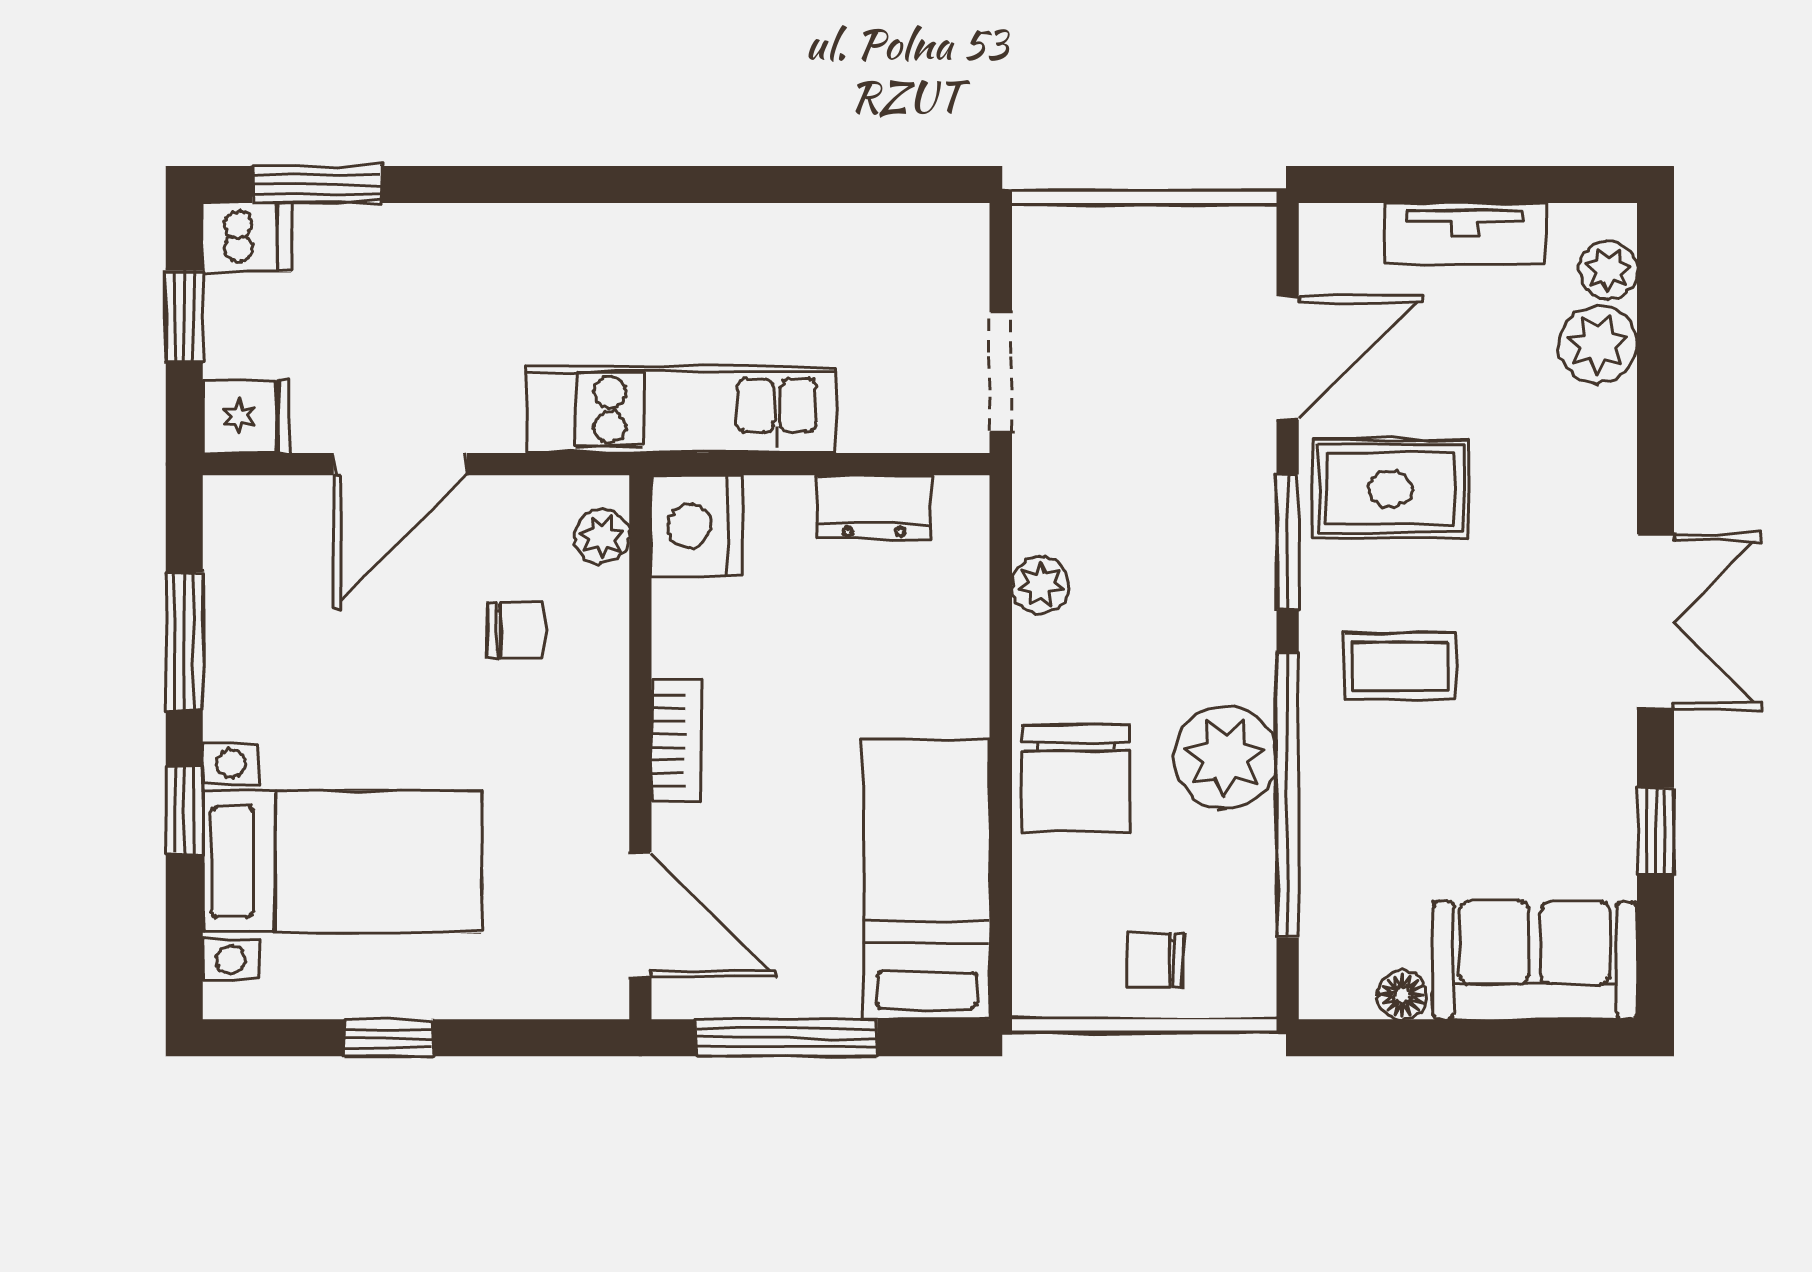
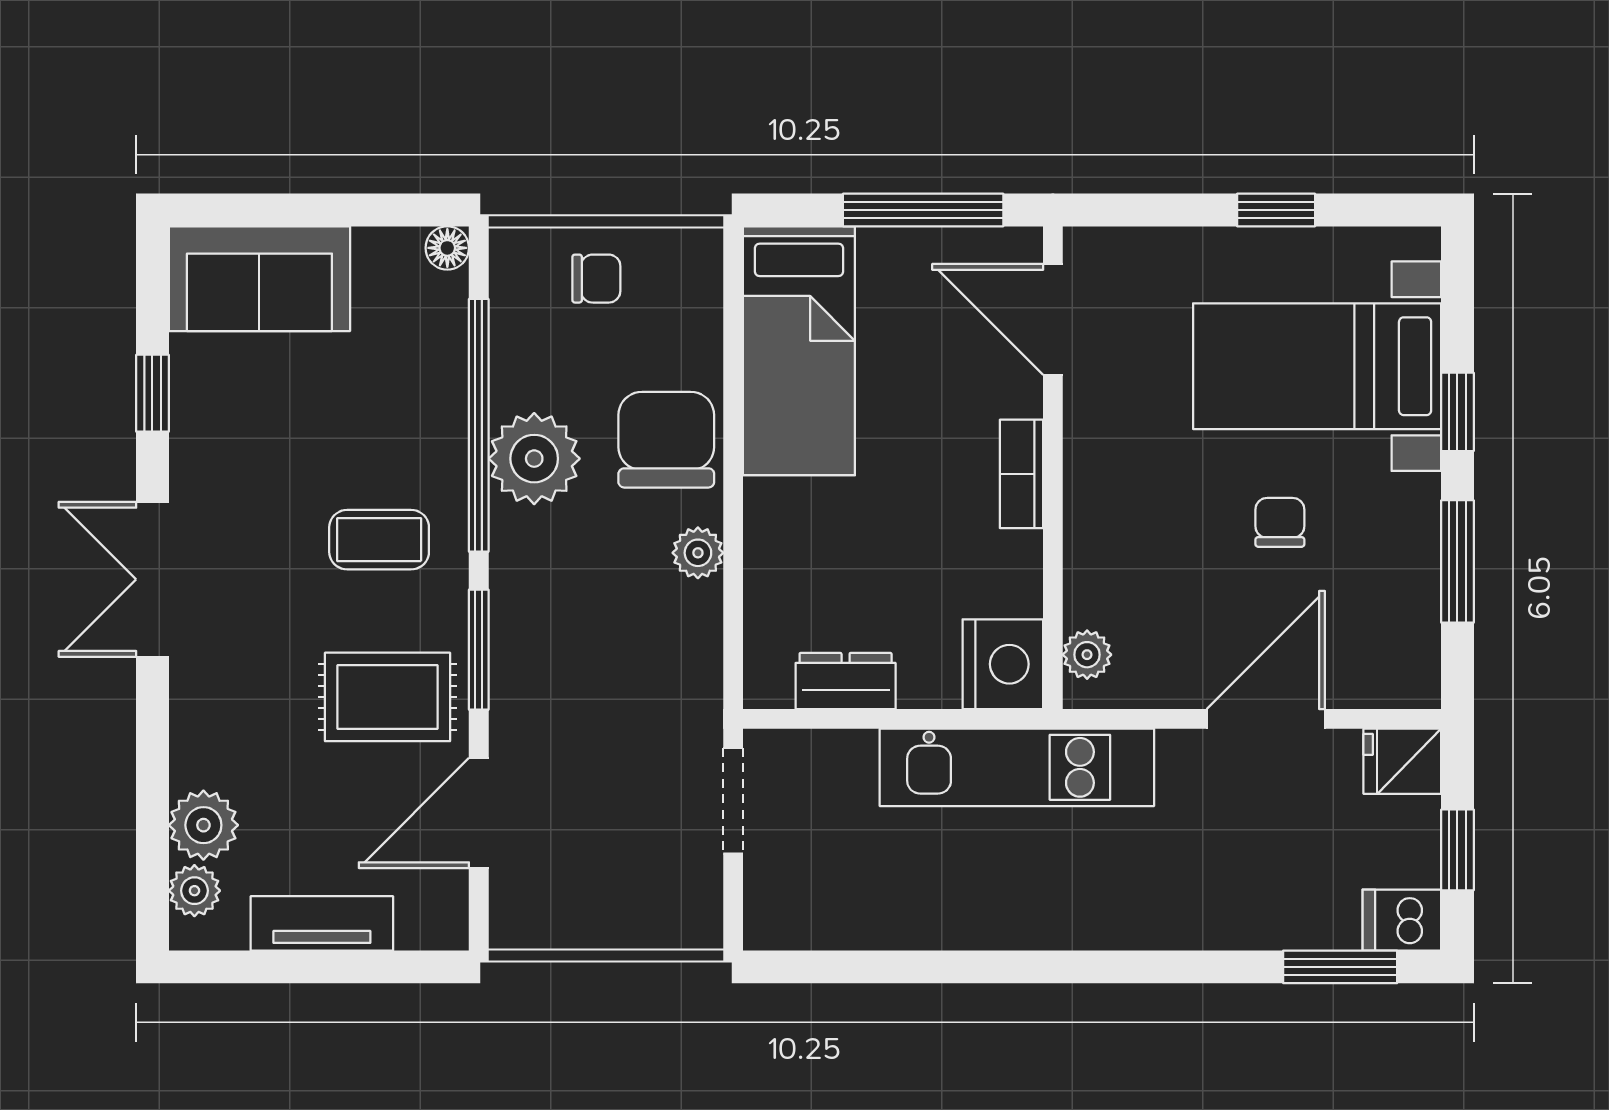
plant: (1041, 585) -> (698, 553), moved
chair: (515, 630) -> (1280, 522), moved, turned 90
floor lamp: (1402, 995) -> (447, 248), moved

